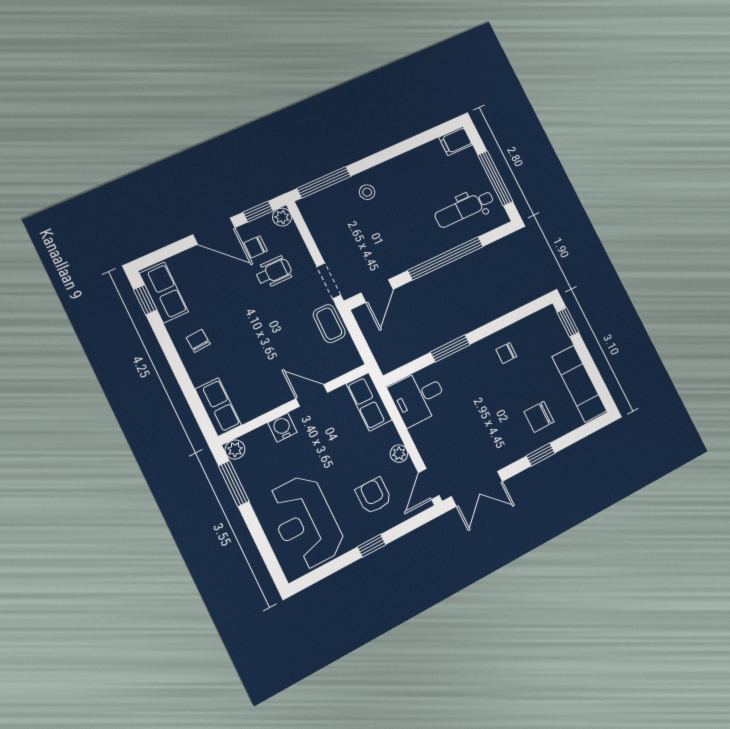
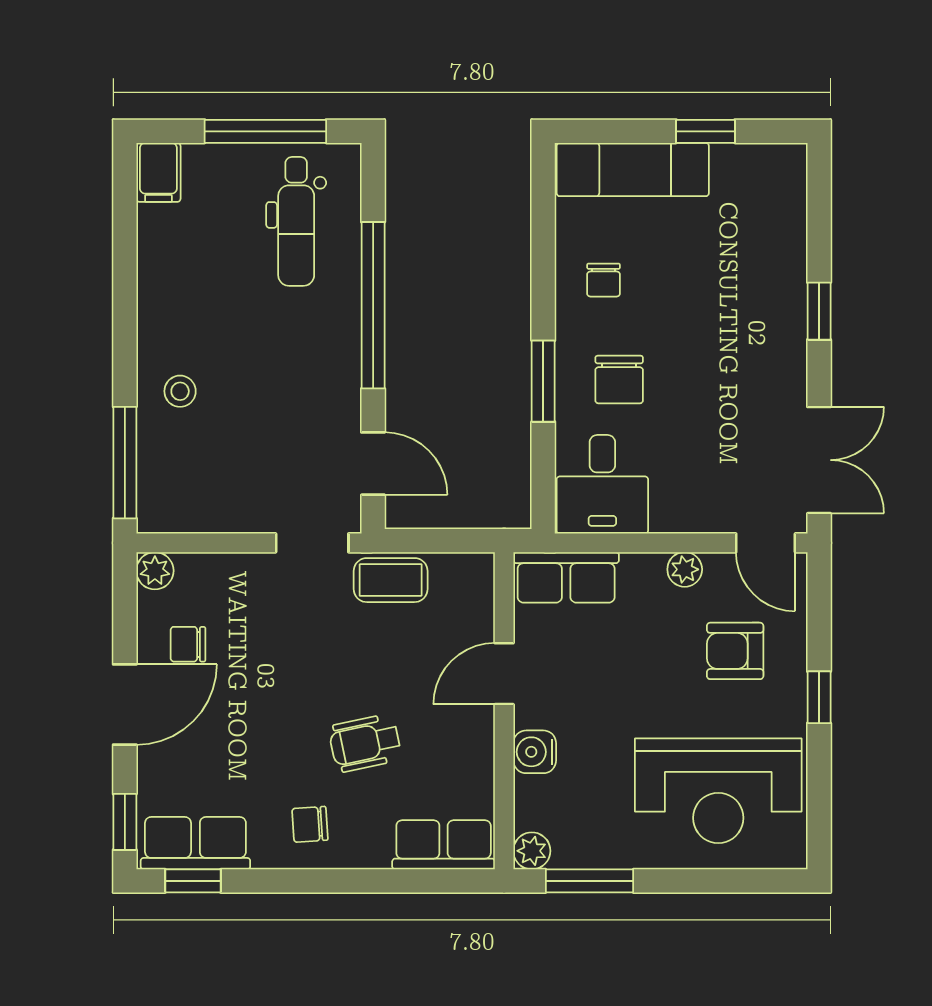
window: (258, 212) -> (125, 822), moved
chair: (256, 247) -> (188, 644), turned 90
wheelchair: (274, 272) -> (365, 743), moved, turned -102
window: (568, 322) -> (705, 131), moved
exam couch: (579, 384) -> (633, 170), moved
chair: (539, 417) -> (619, 380), moved

